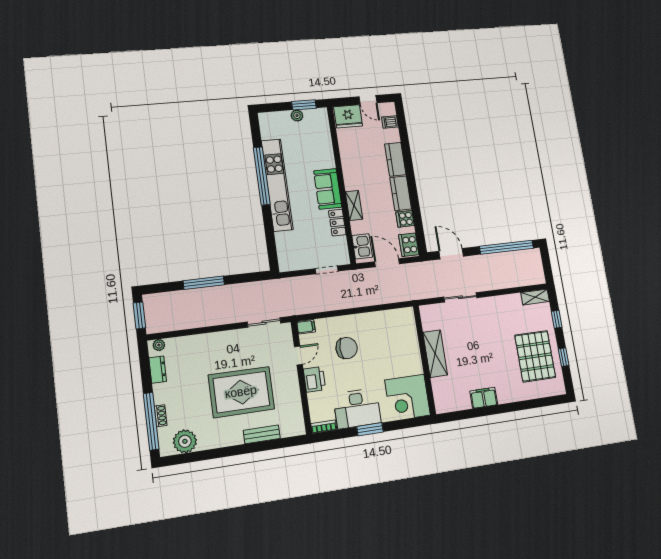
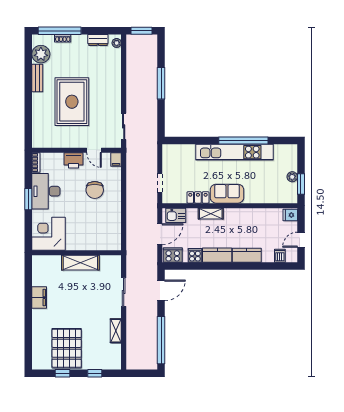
fridge: (348, 116) -> (290, 215), width x0.53, depth x0.75
shelving: (535, 297) -> (116, 331), moved
pallet: (535, 356) -> (67, 348), turned 90
bench: (262, 434) -> (37, 78), moved

